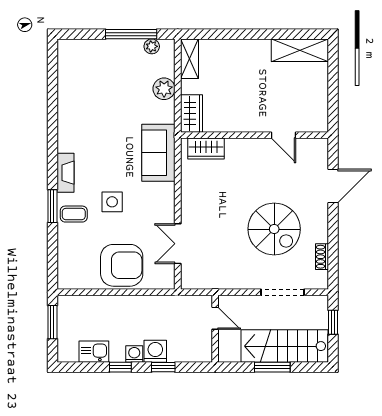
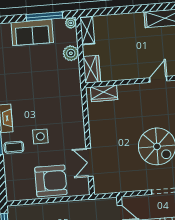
plant: (152, 46) -> (71, 23), moved
door: (283, 135) -> (158, 79), swing flipped
sofa: (158, 153) -> (32, 32), moved, turned -90

